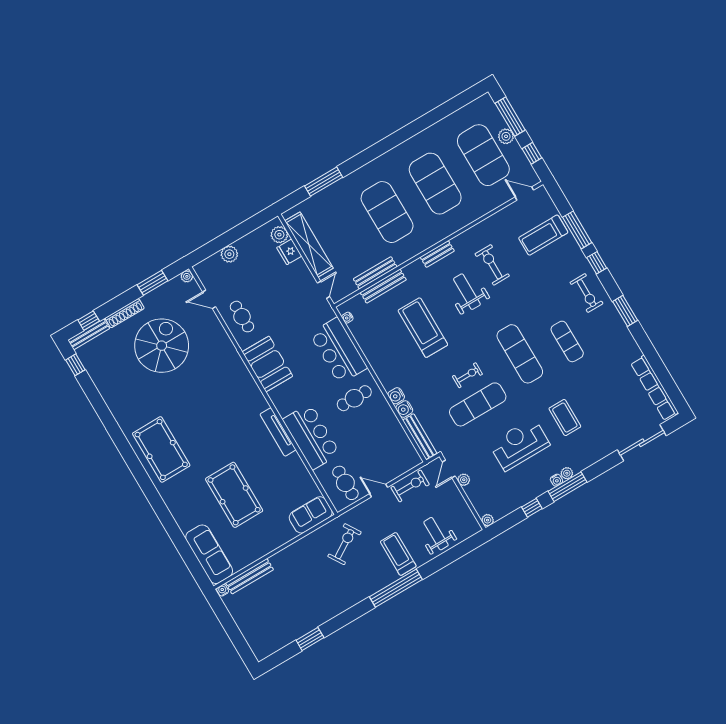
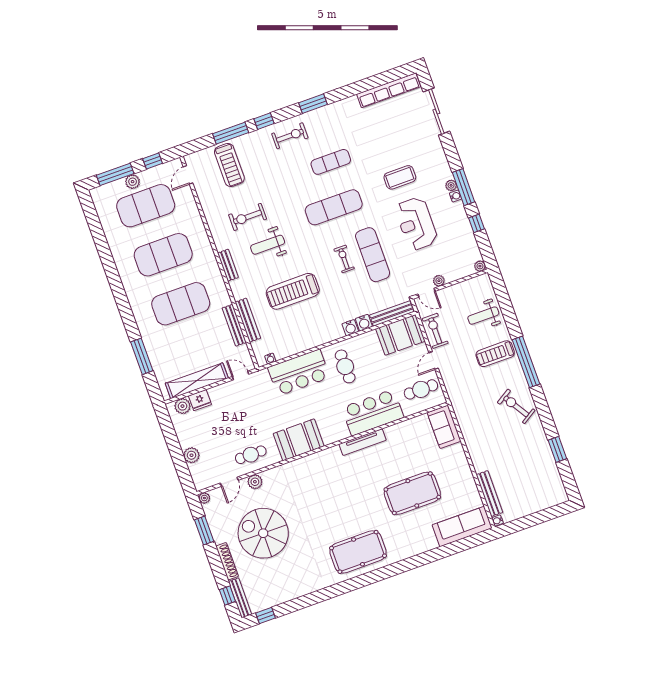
plant: (214, 326) -> (255, 482), added
booth: (399, 450) -> (400, 335), added
exercise bike: (344, 544) -> (516, 406), moved

